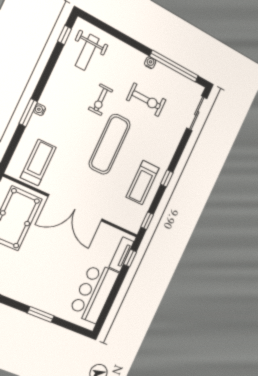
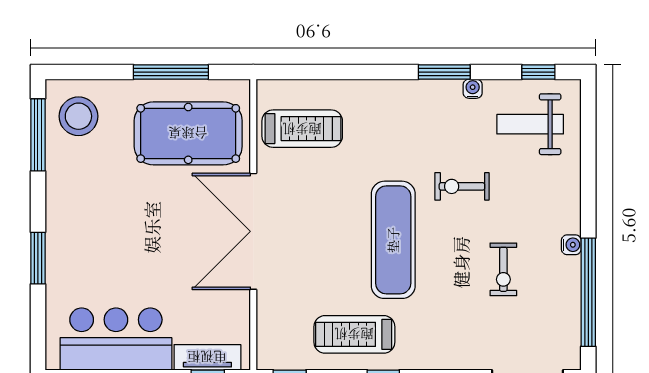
exercise bike: (146, 100) -> (503, 269), width x0.73, depth x0.72
water cooler: (40, 110) -> (473, 89), moved
window: (28, 113) -> (444, 72), moved
exercise mat: (110, 144) -> (393, 240), turned 90

